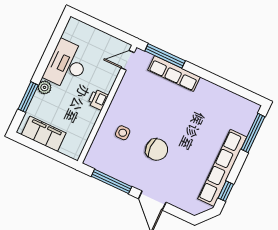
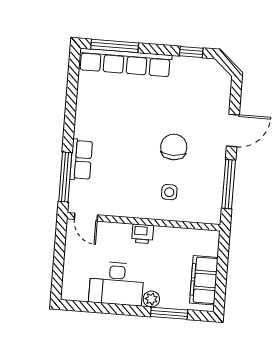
row of seats: (174, 73) -> (81, 160), width x0.68
row of seats: (222, 168) -> (125, 62), moved

